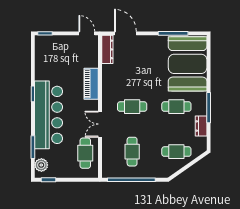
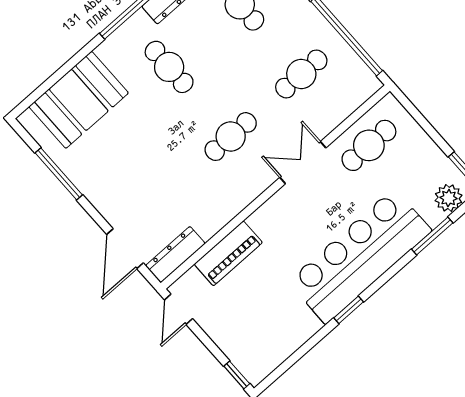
booth: (188, 64) -> (79, 100), width x0.73, depth x0.70
piano: (91, 84) -> (228, 253), moved
cafe table: (132, 107) -> (231, 137), turned 90
double door: (100, 124) -> (303, 163), swing flipped

